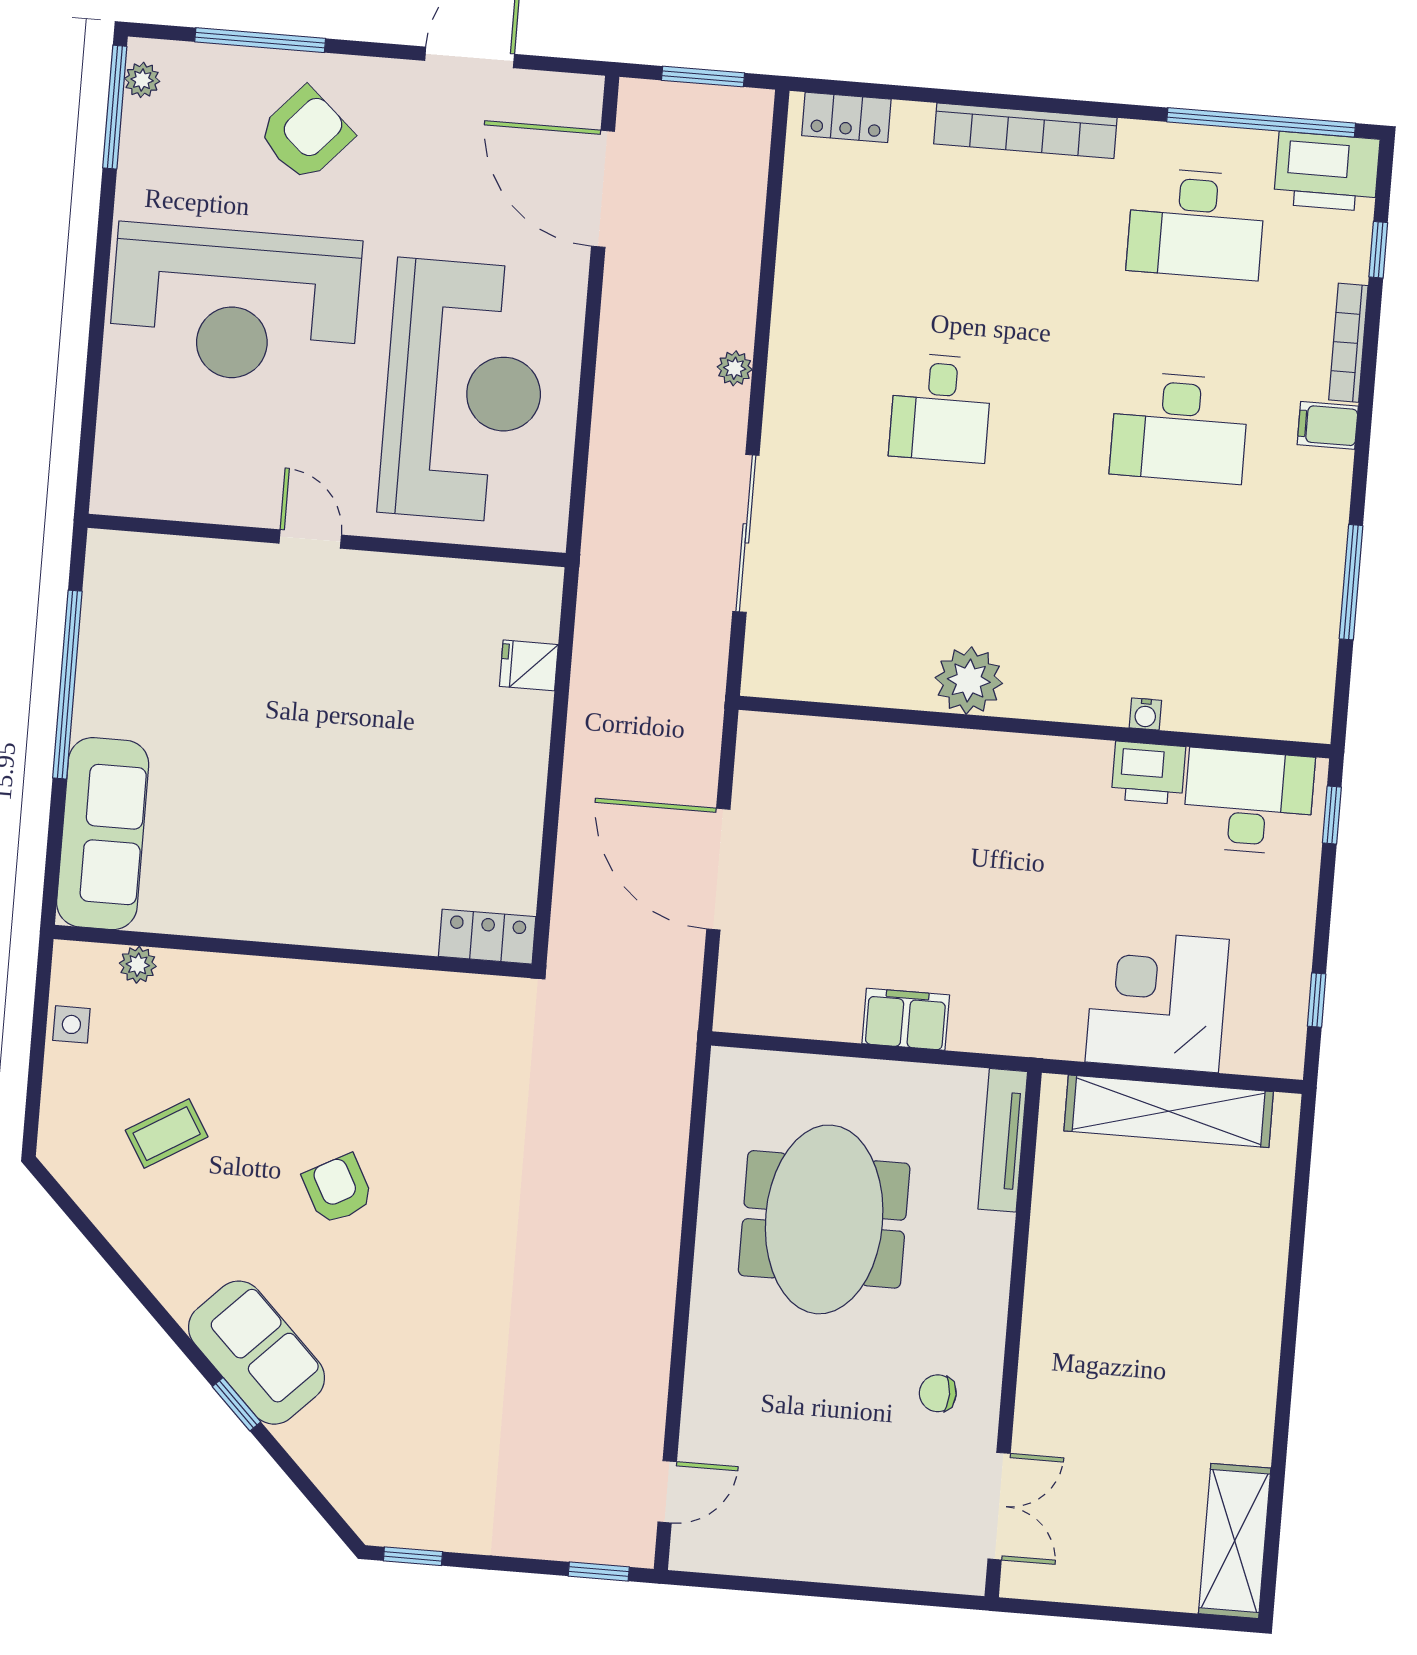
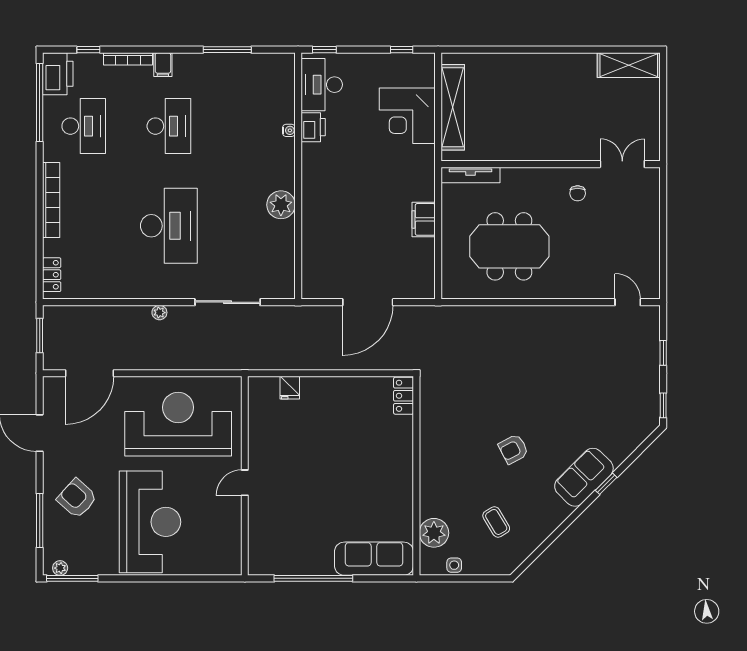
desk: (941, 408) -> (169, 226), width x1.87, depth x1.30
plant: (138, 965) -> (434, 533), width x1.88, depth x1.88
window: (599, 1572) -> (663, 353), moved

